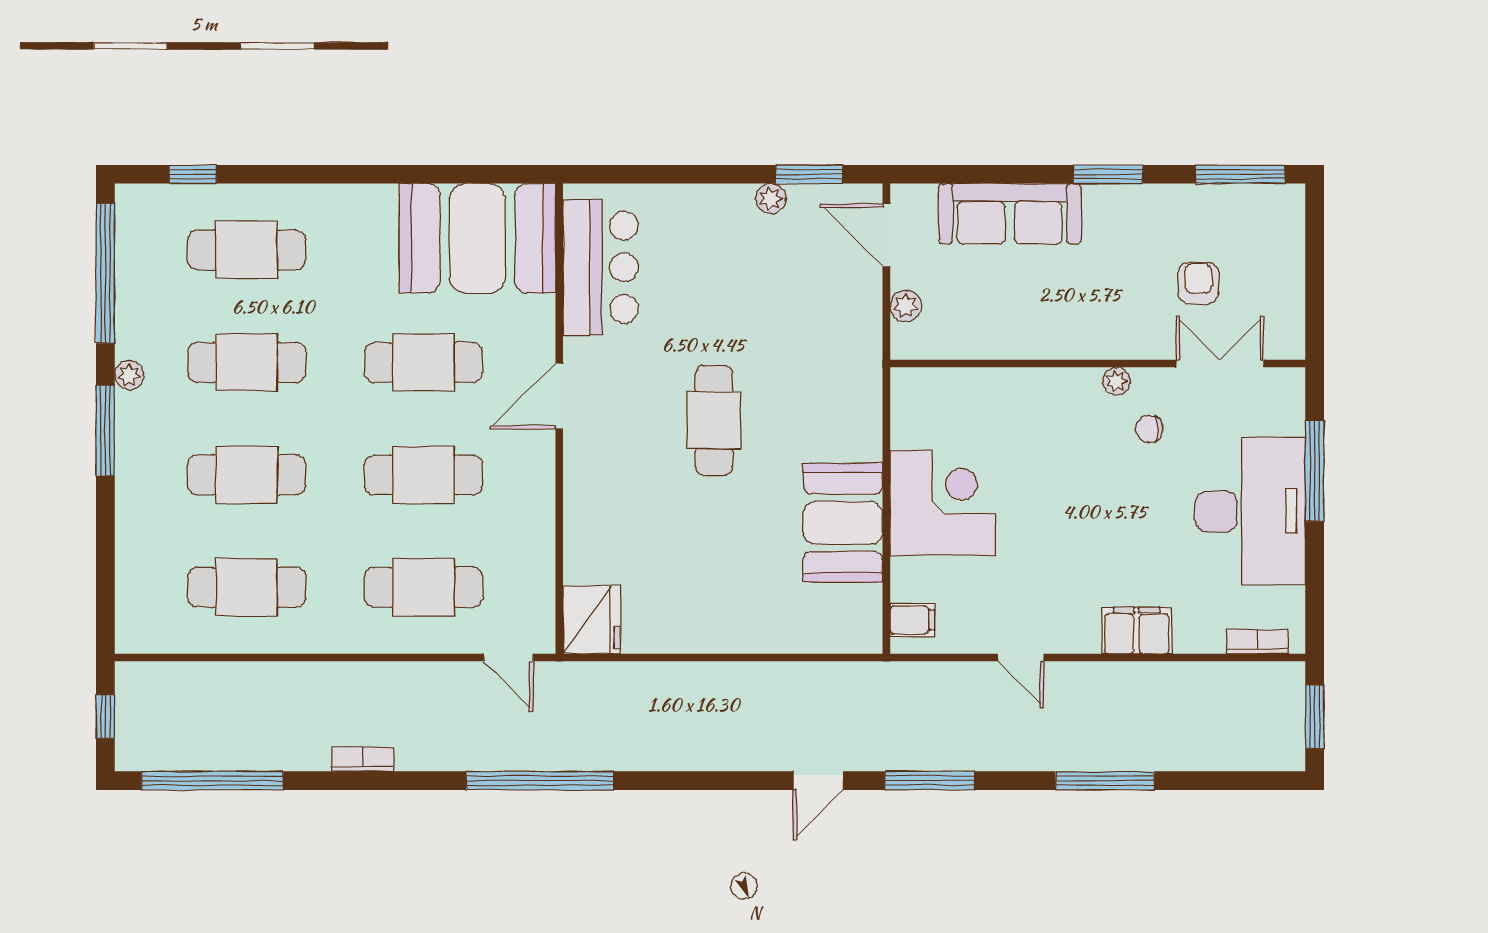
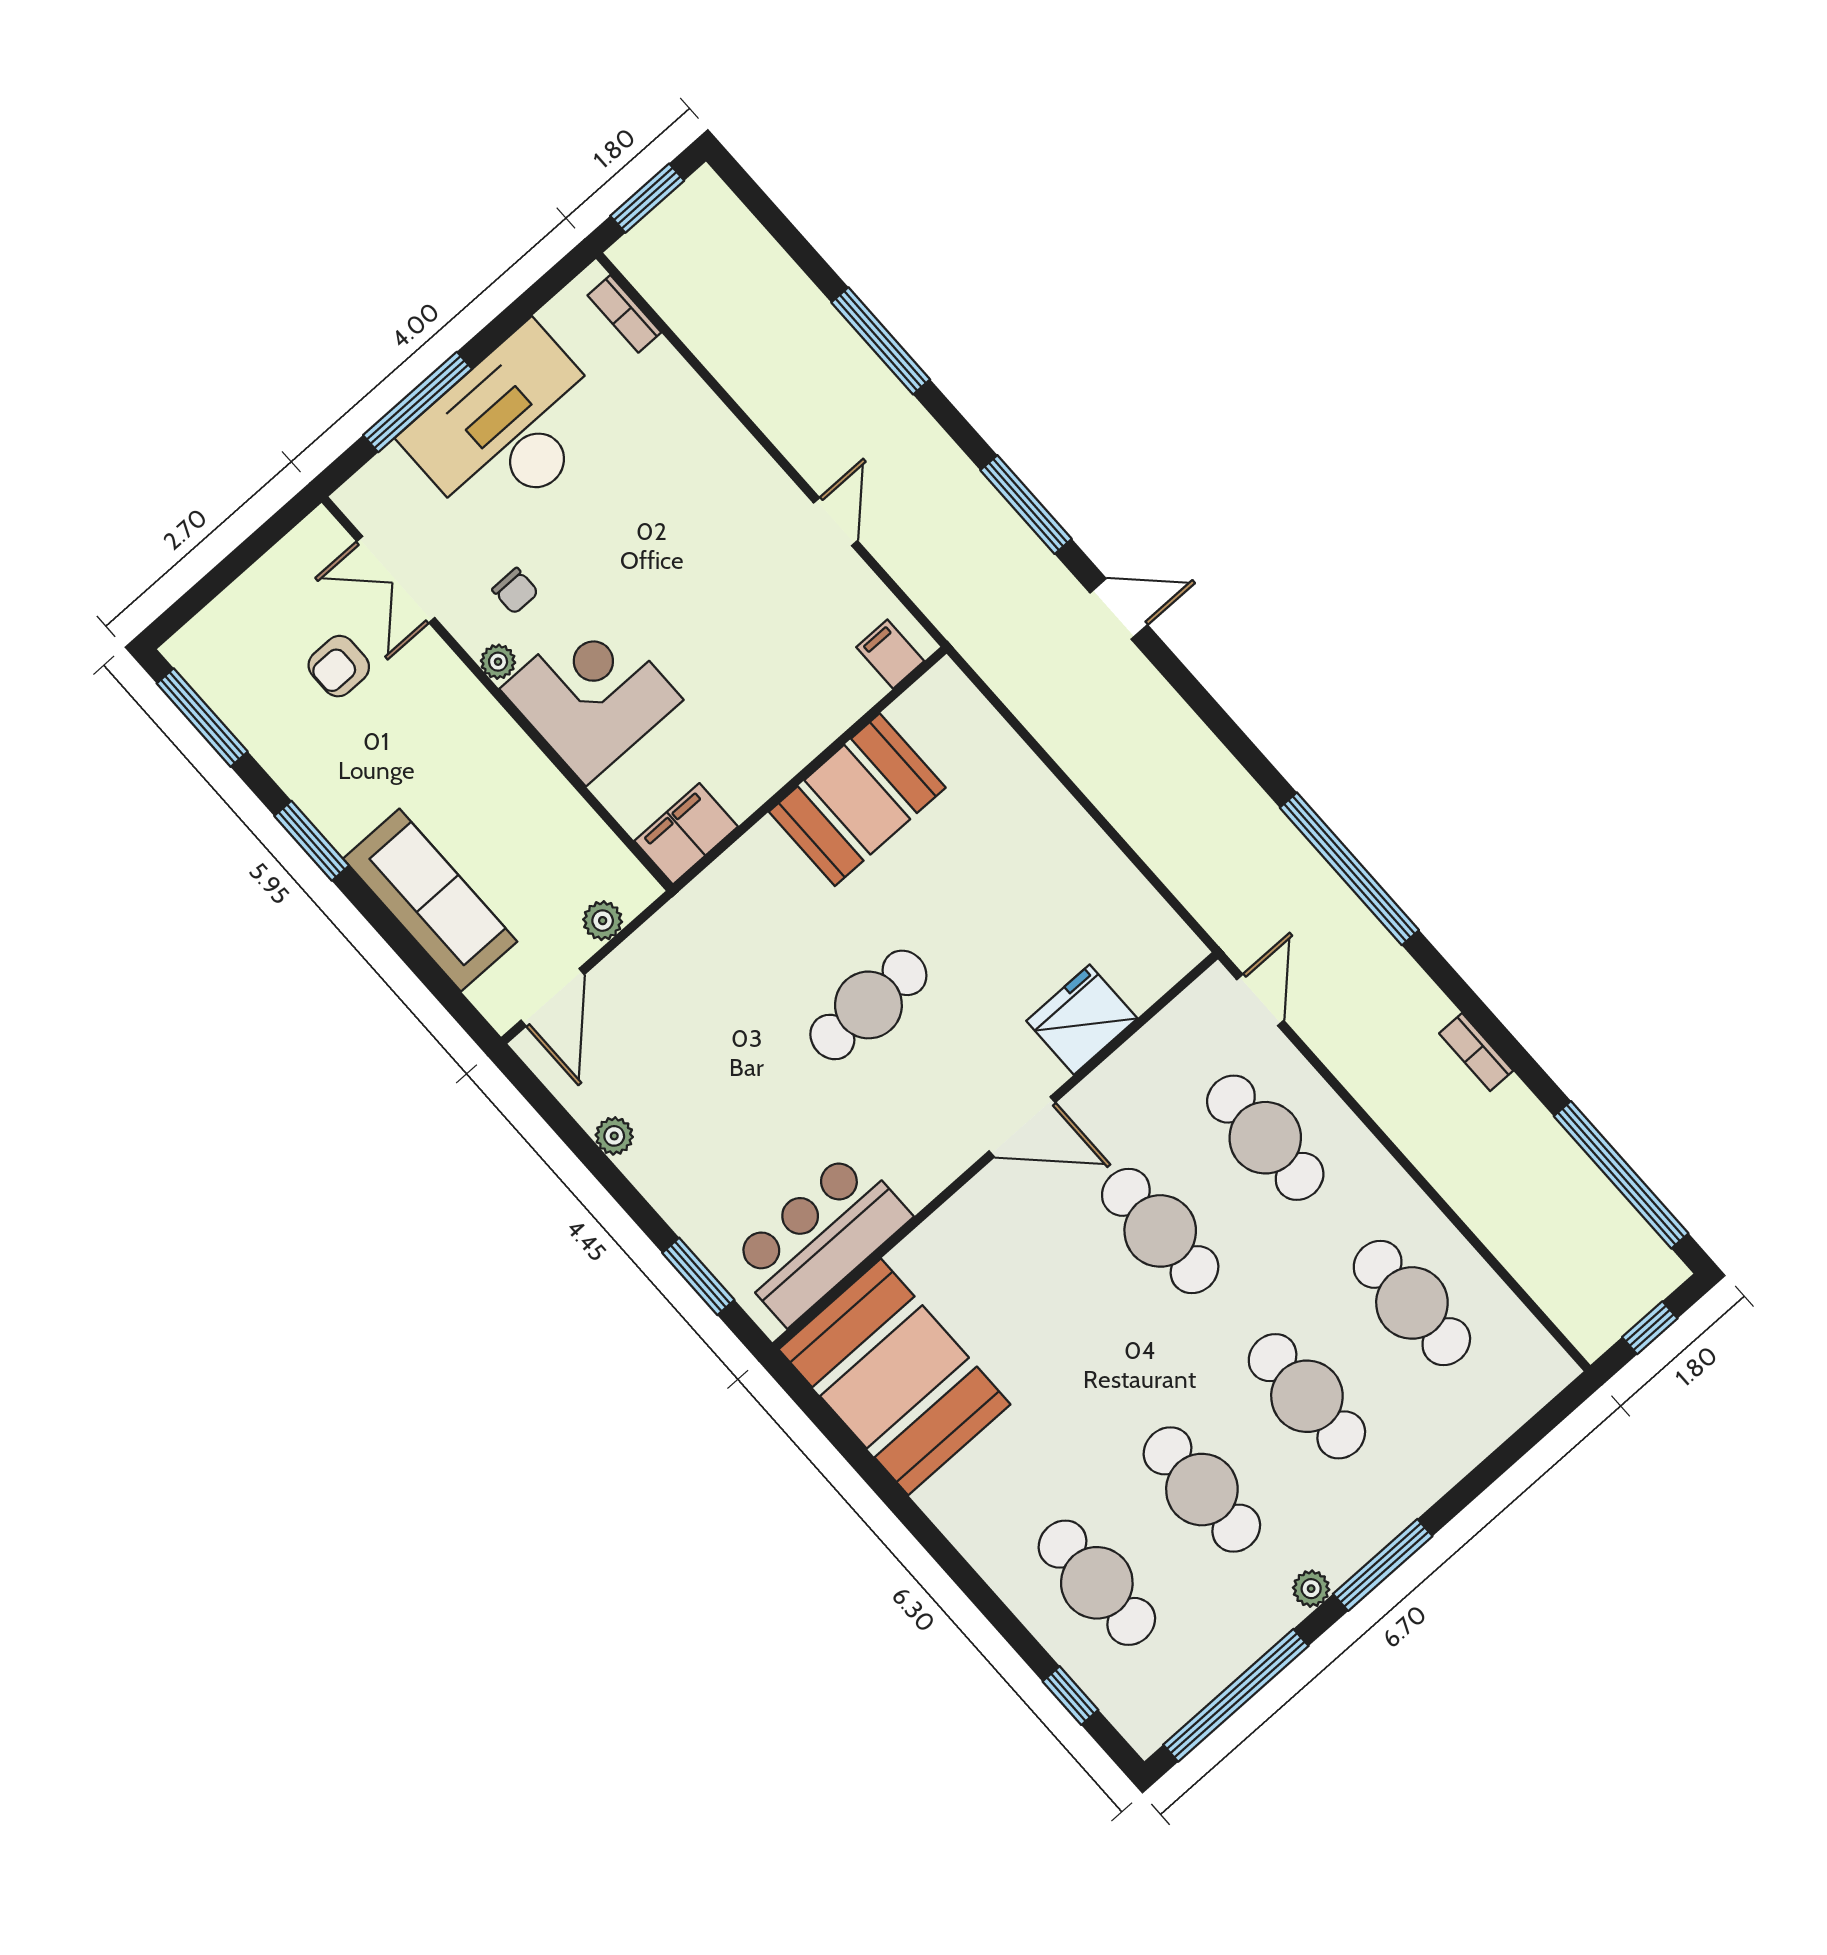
window: (809, 174) -> (698, 1276), moved
cafe table: (424, 362) -> (1055, 1324), removed
door: (559, 396) -> (1022, 1127), moved
corner desk: (942, 503) -> (591, 694), moved, turned 90
fridge: (592, 620) -> (1082, 1020), moved
filing cabinet: (1137, 631) -> (686, 834), moved, turned 90

